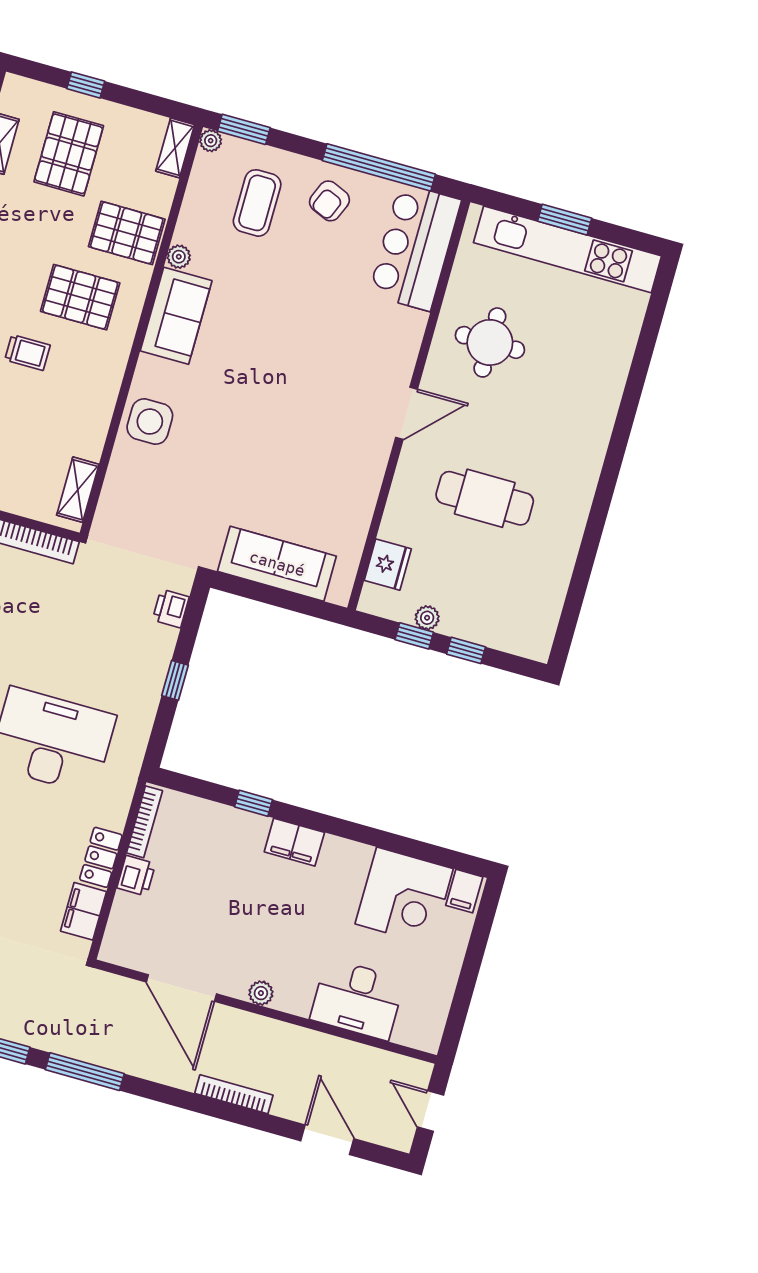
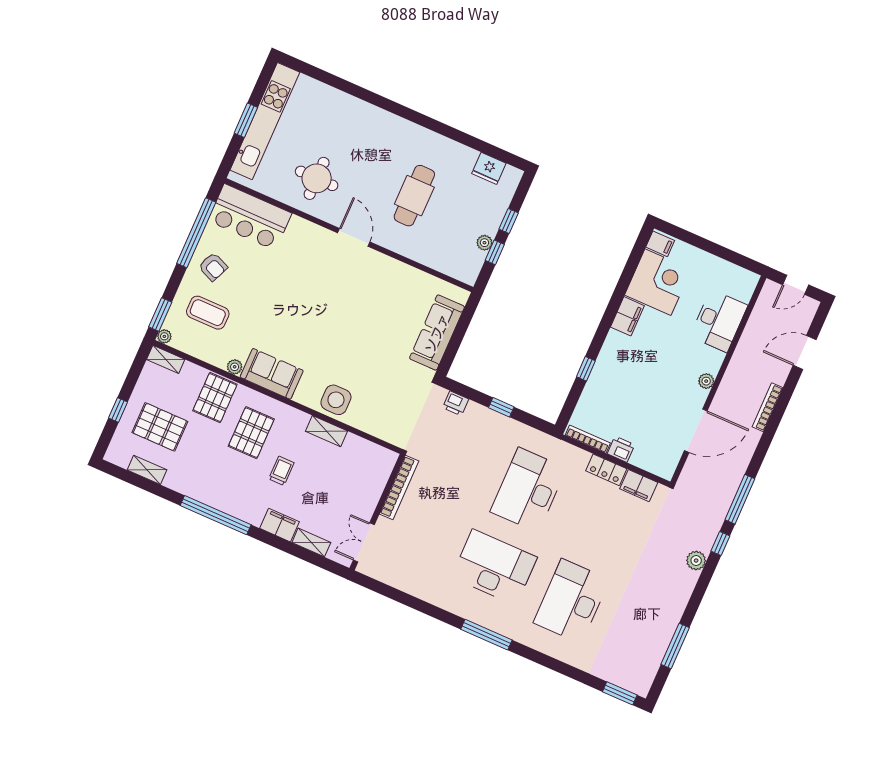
shelving: (78, 490) -> (326, 431), moved
fridge: (388, 565) -> (489, 168), moved, turned 180
filing cabinet: (294, 842) -> (627, 316), moved

